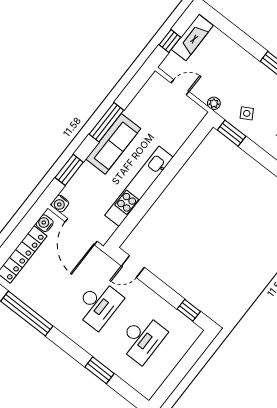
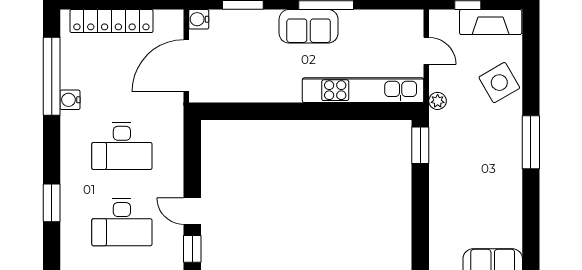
side table: (247, 113) -> (499, 83), moved, width x1.87, depth x1.87
sofa: (113, 144) -> (309, 26), width x0.73
kitchen unit: (139, 186) -> (363, 90), moved
water cooler: (45, 223) -> (70, 100), moved, turned -90
door: (133, 267) -> (192, 211), moved

